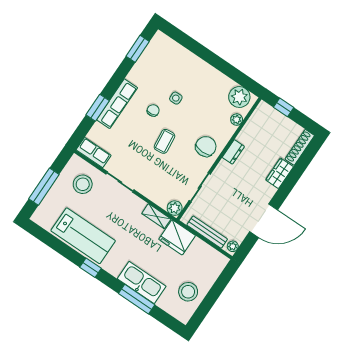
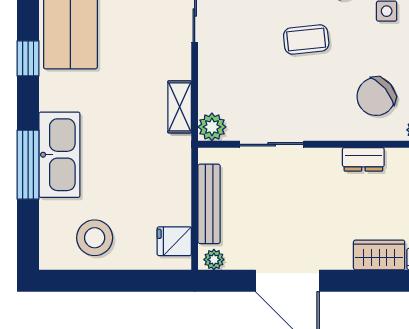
chair: (206, 147) -> (376, 96), moved, turned 140
fridge: (177, 237) -> (174, 241), moved, width x0.53, depth x0.75

